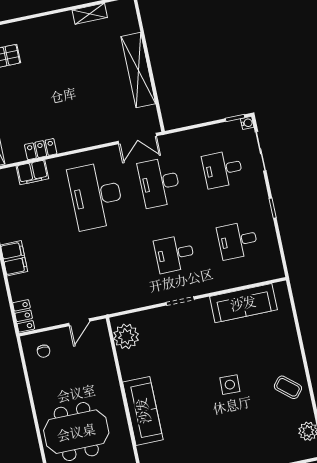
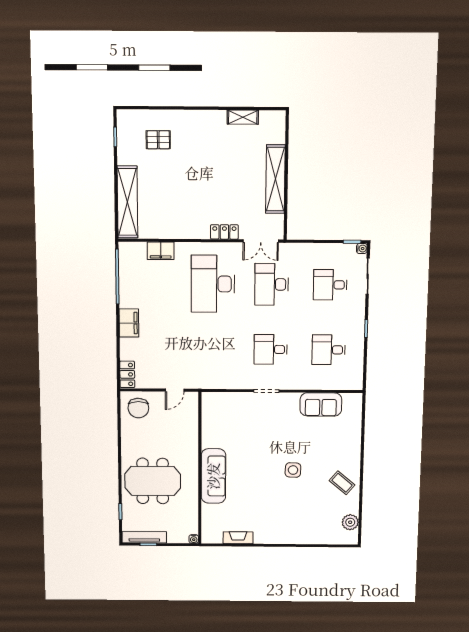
locker: (41, 149) -> (224, 232), moved
sofa: (243, 303) -> (321, 404), width x0.73
plant: (126, 336) -> (213, 411), removed
chair: (44, 351) -> (138, 408), width x1.87, depth x1.87

